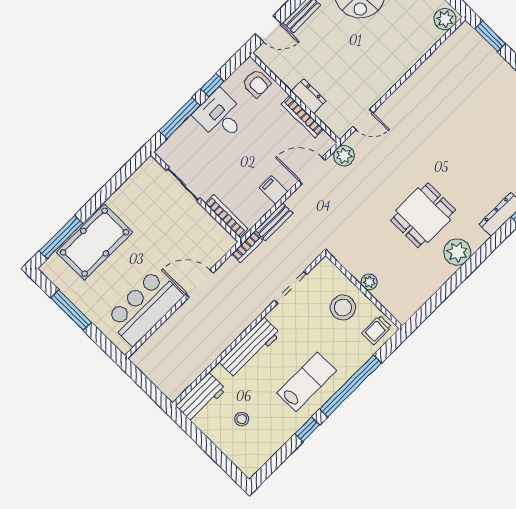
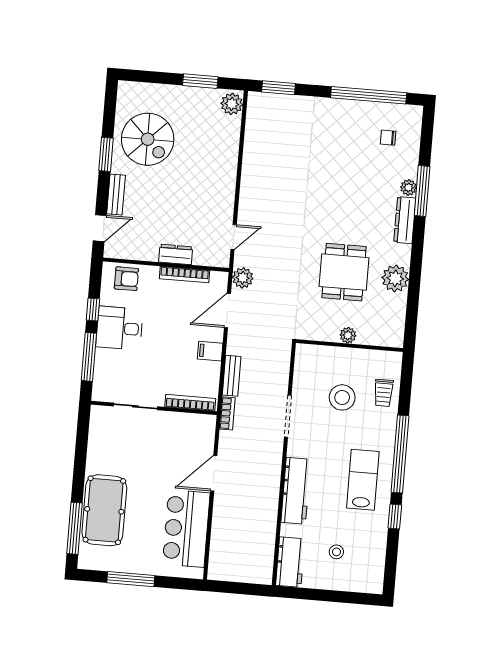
plant: (369, 282) -> (348, 335), moved
wall: (364, 291) -> (350, 346), moved

